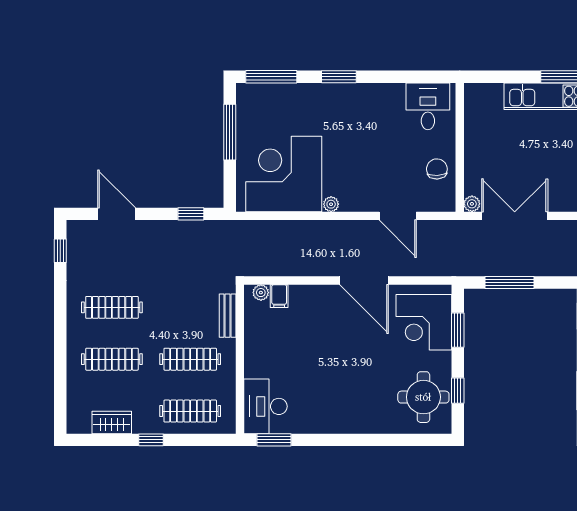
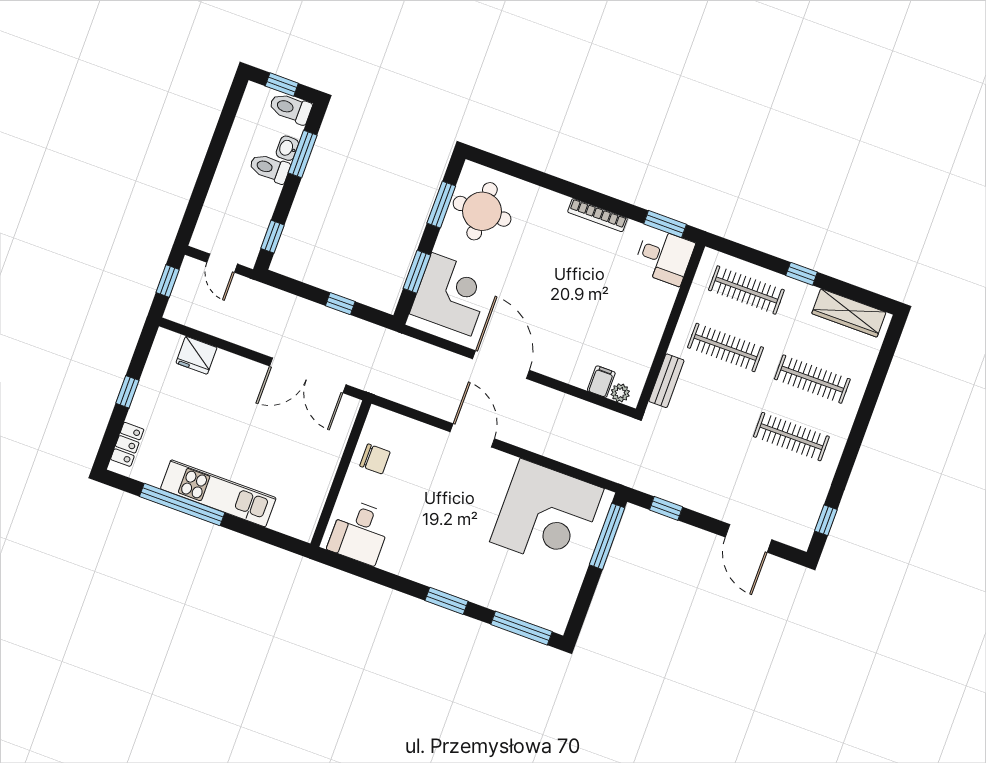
window: (230, 132) -> (607, 536), moved
chair: (437, 169) -> (375, 459), turned -87
plant: (331, 204) -> (507, 463), removed
plant: (472, 204) -> (350, 406), removed
door: (398, 216) -> (472, 435), moved
window: (510, 283) -> (340, 304), width x0.46
window: (458, 391) -> (441, 205), width x1.50
desk: (265, 406) -> (664, 256), width x0.73
wardrobe: (112, 422) -> (849, 313), width x1.50
bookcase: (330, 427) -> (597, 215), added

